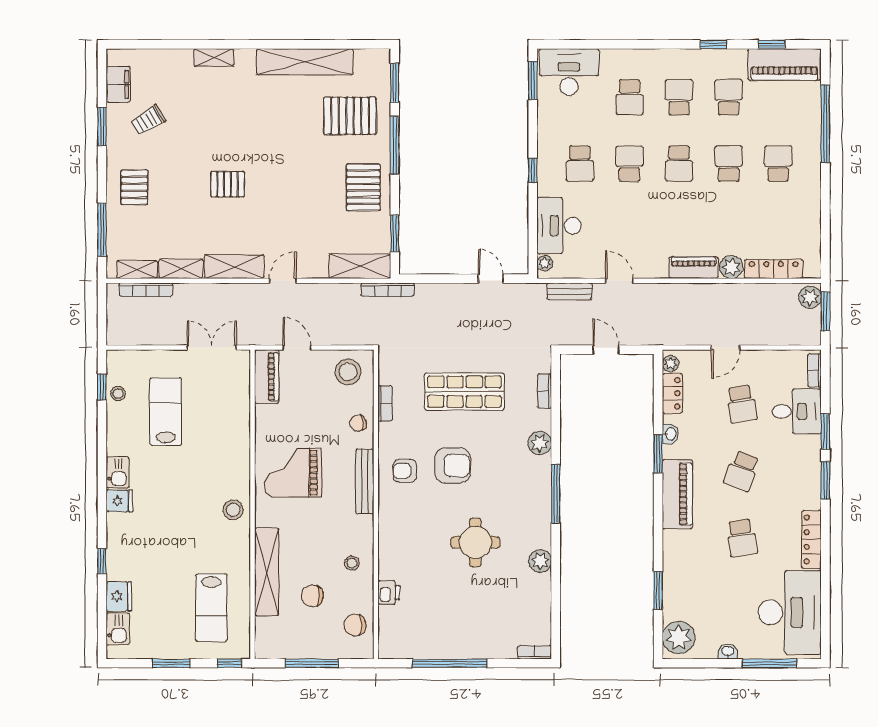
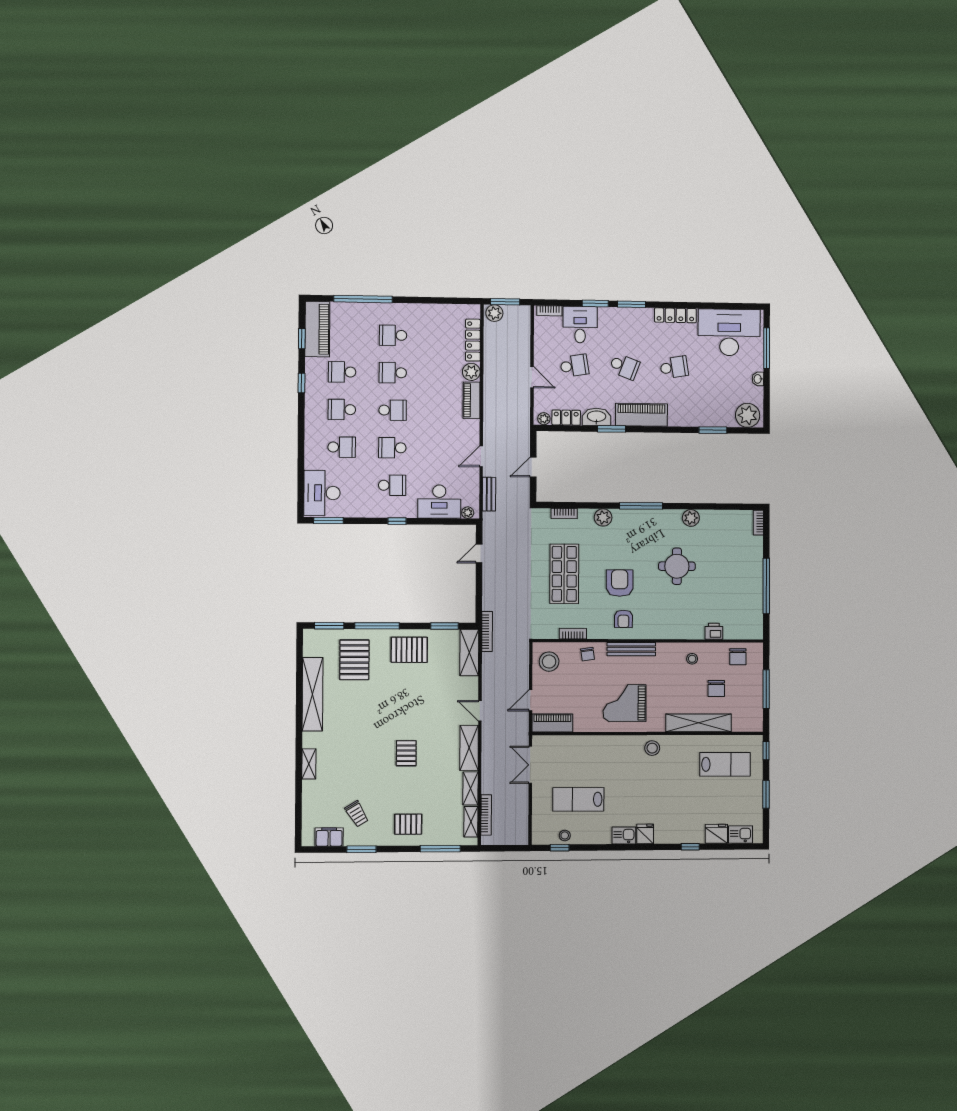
washbasin: (670, 434) -> (597, 417), width x1.91, depth x1.45
grand piano: (293, 473) -> (625, 703), turned 90

